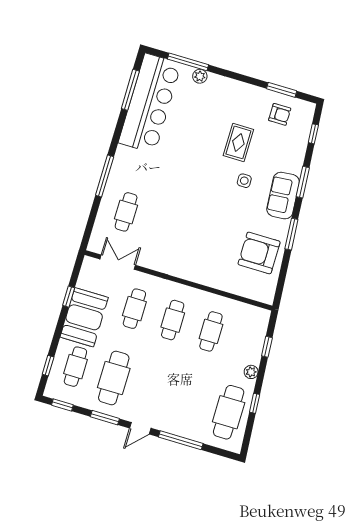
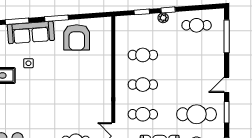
sofa: (283, 196) -> (31, 32), width x1.36
window: (255, 403) -> (168, 10), moved
cafe table: (229, 412) -> (197, 25), width x0.73, depth x0.74
door: (140, 428) -> (227, 85), swing flipped
window: (181, 440) -> (227, 36), moved

